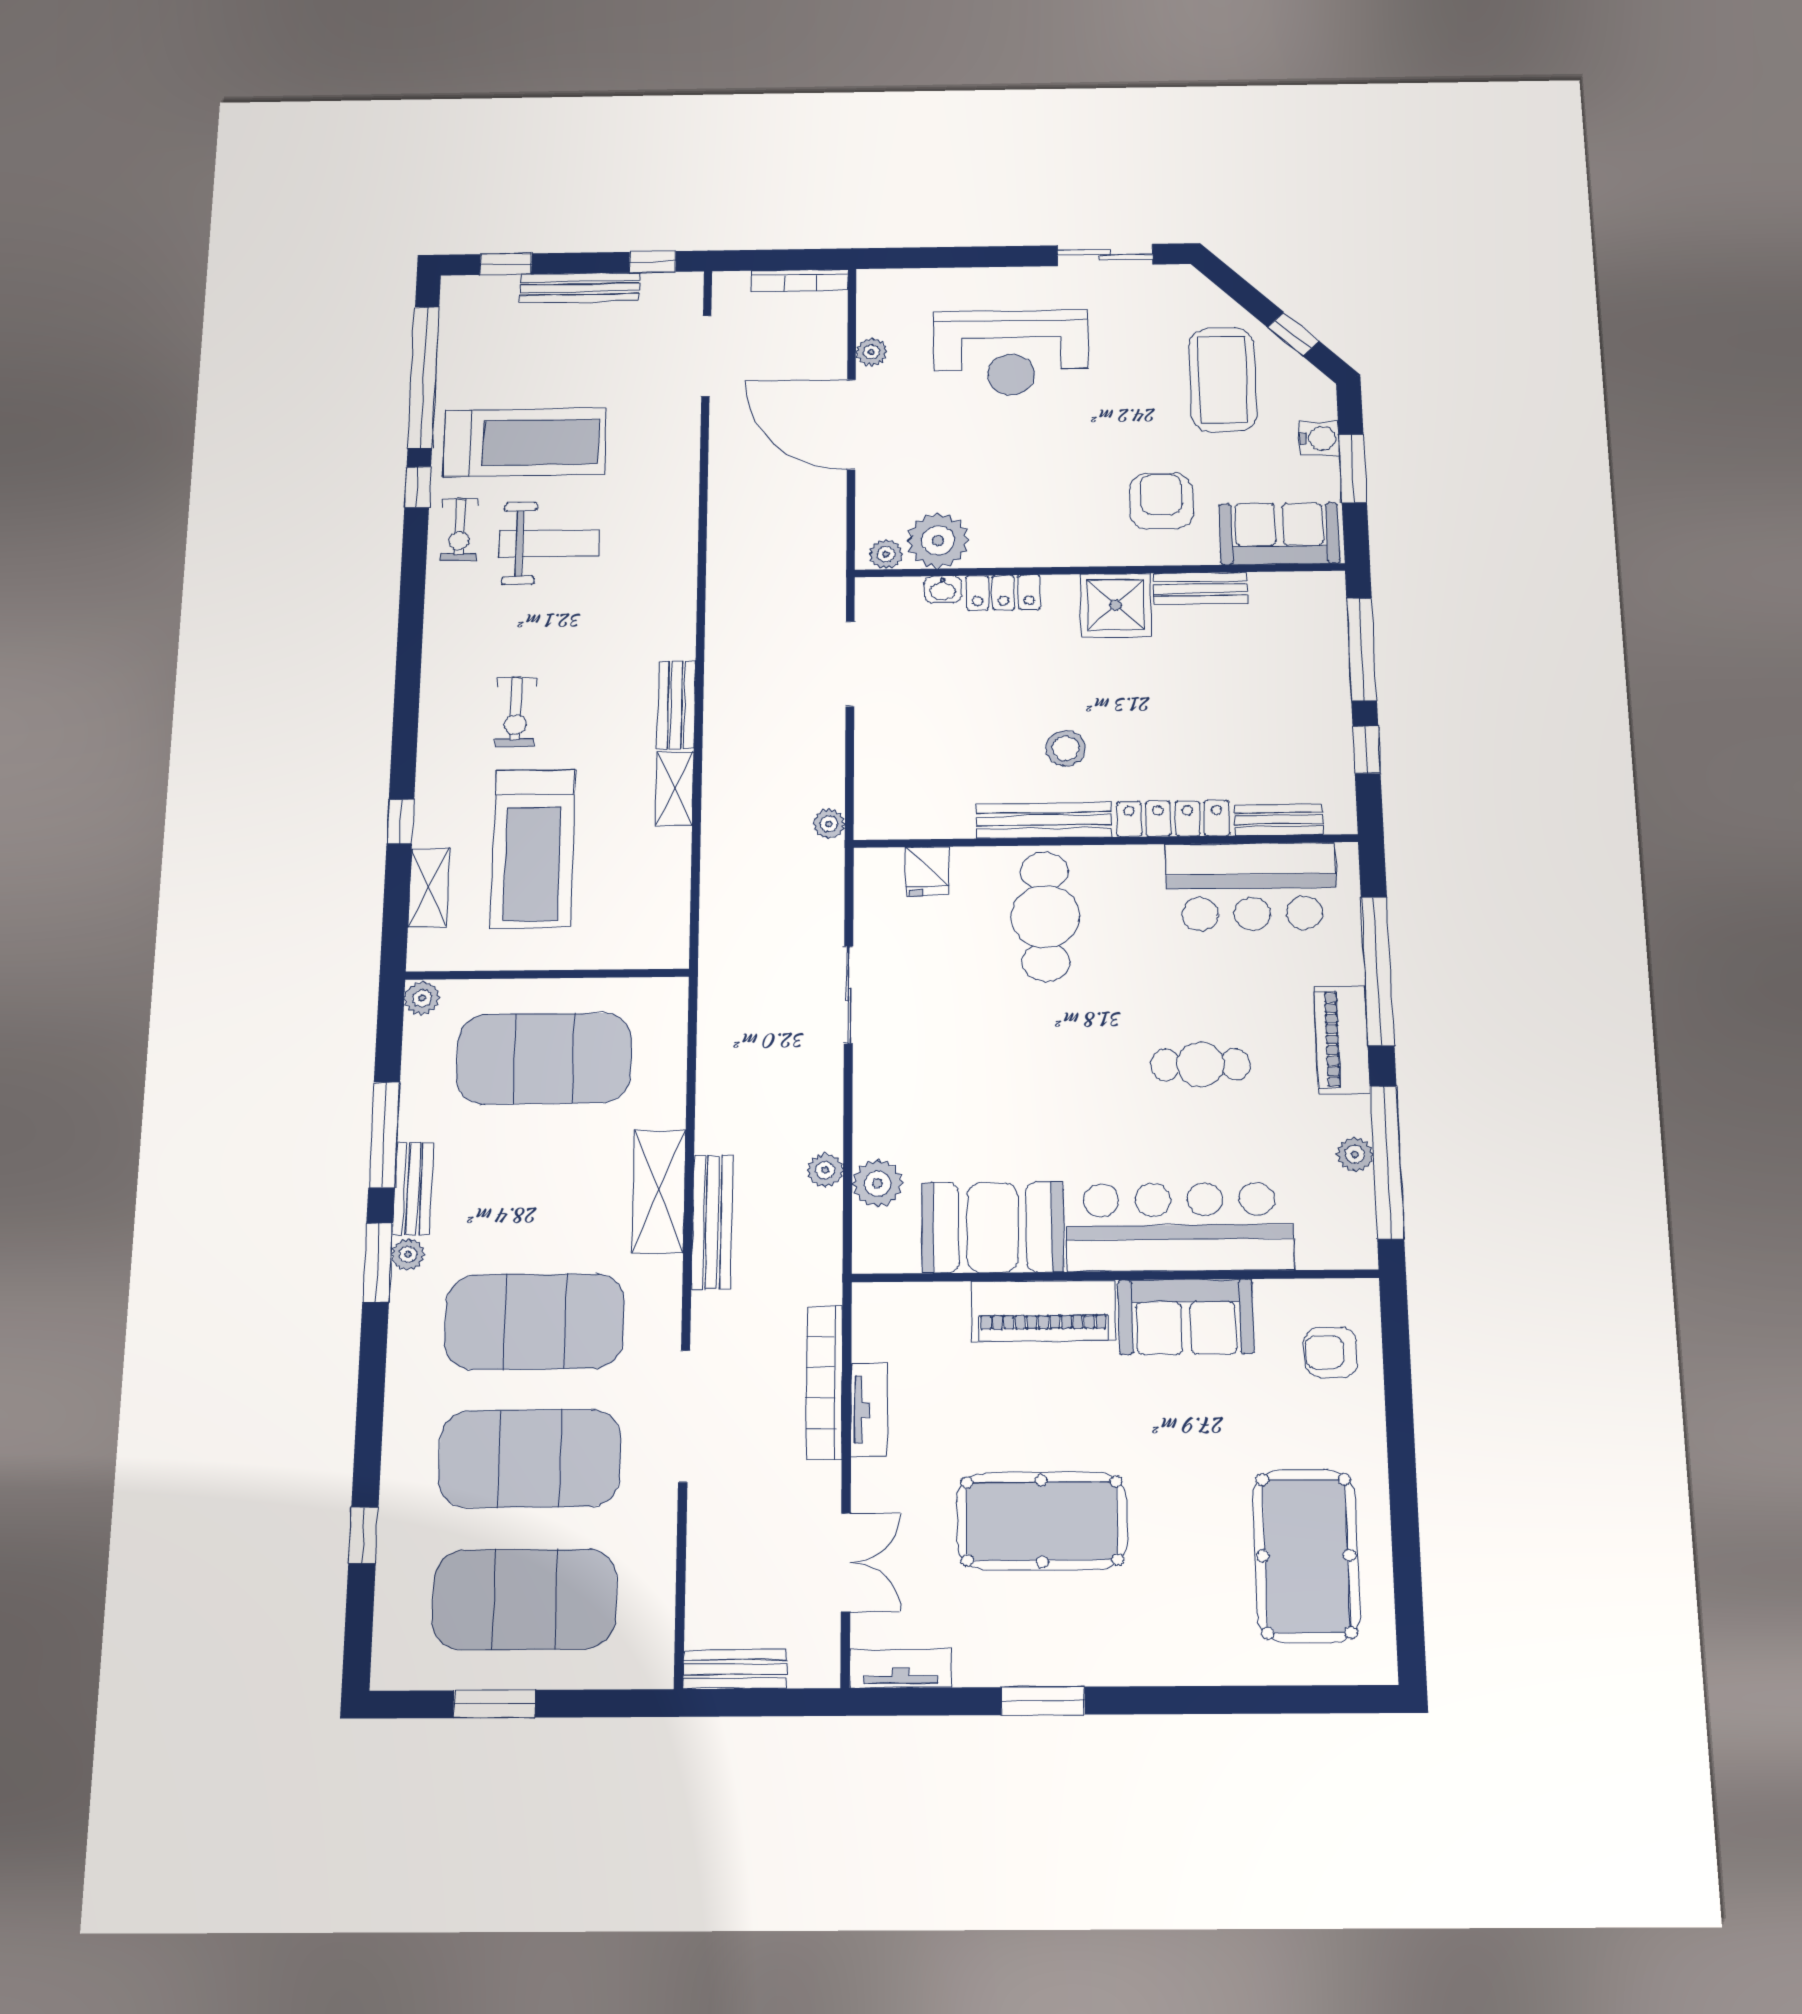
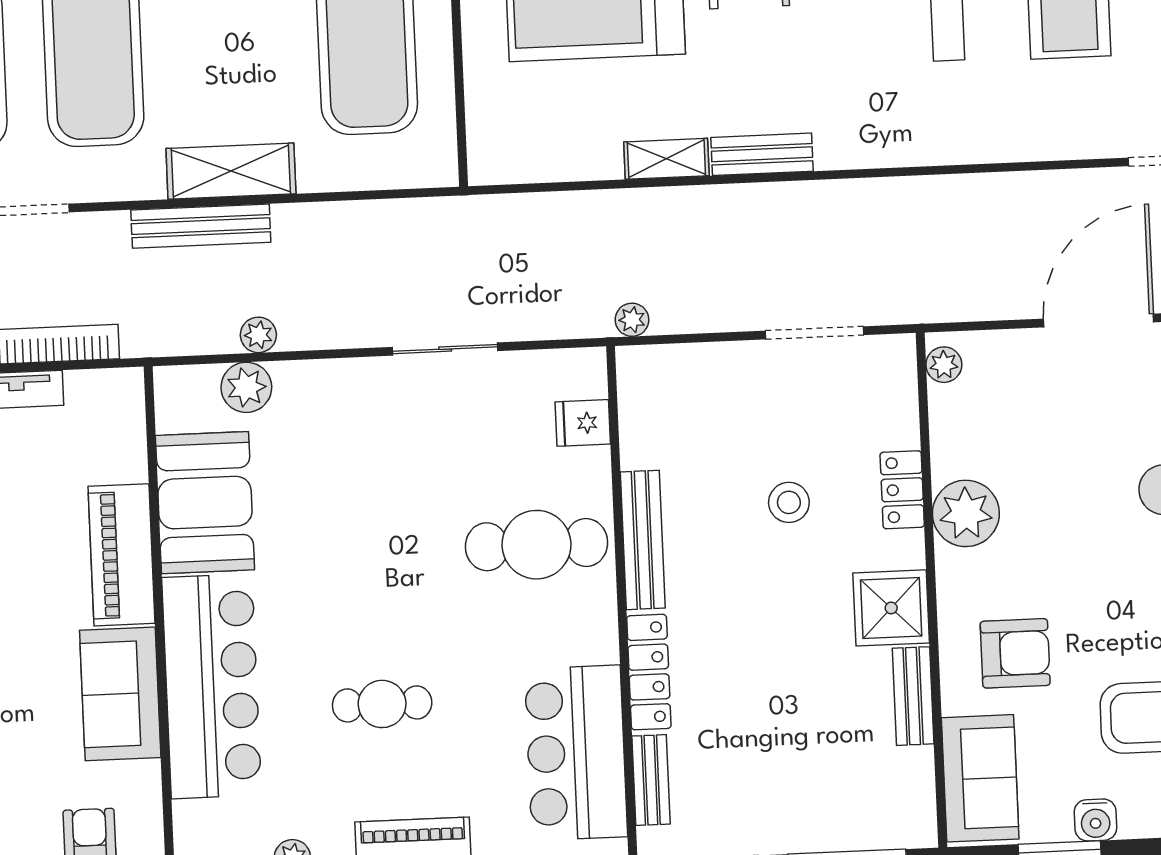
plant: (938, 540) -> (966, 513), moved
washbasin: (943, 589) -> (904, 426), removed
stool: (1066, 748) -> (789, 502), moved
cafe table: (1200, 1064) -> (382, 704), turned 90

